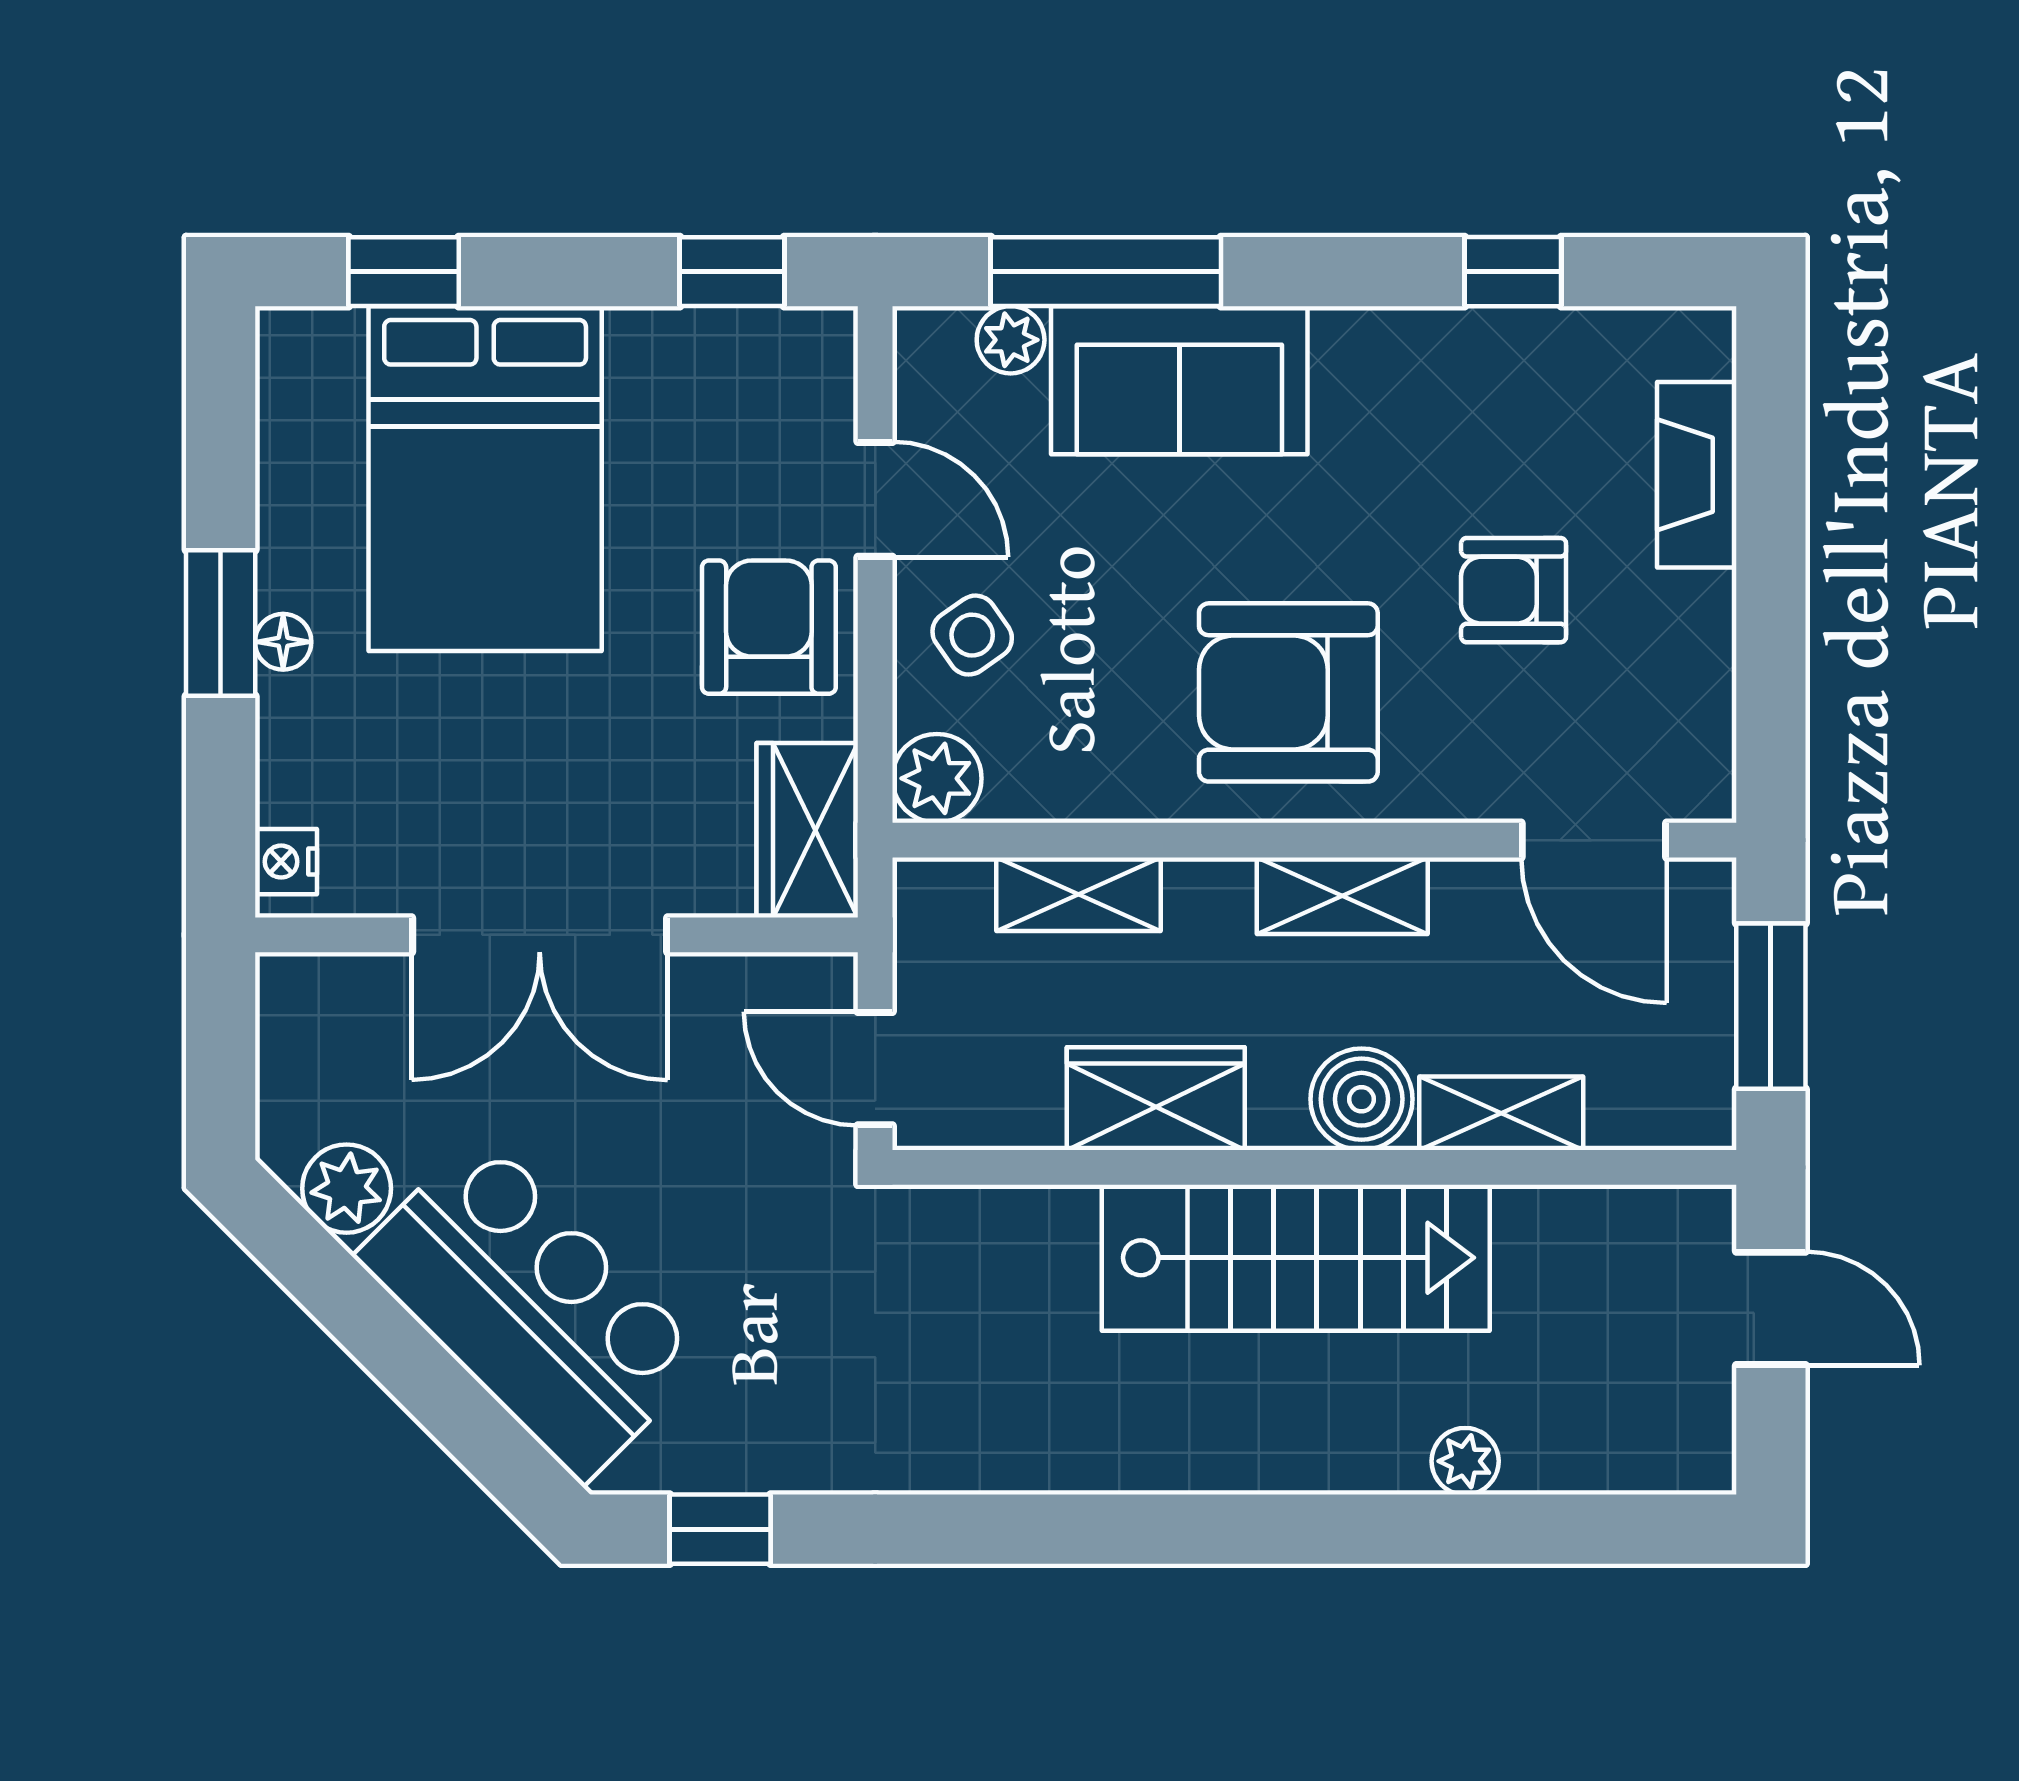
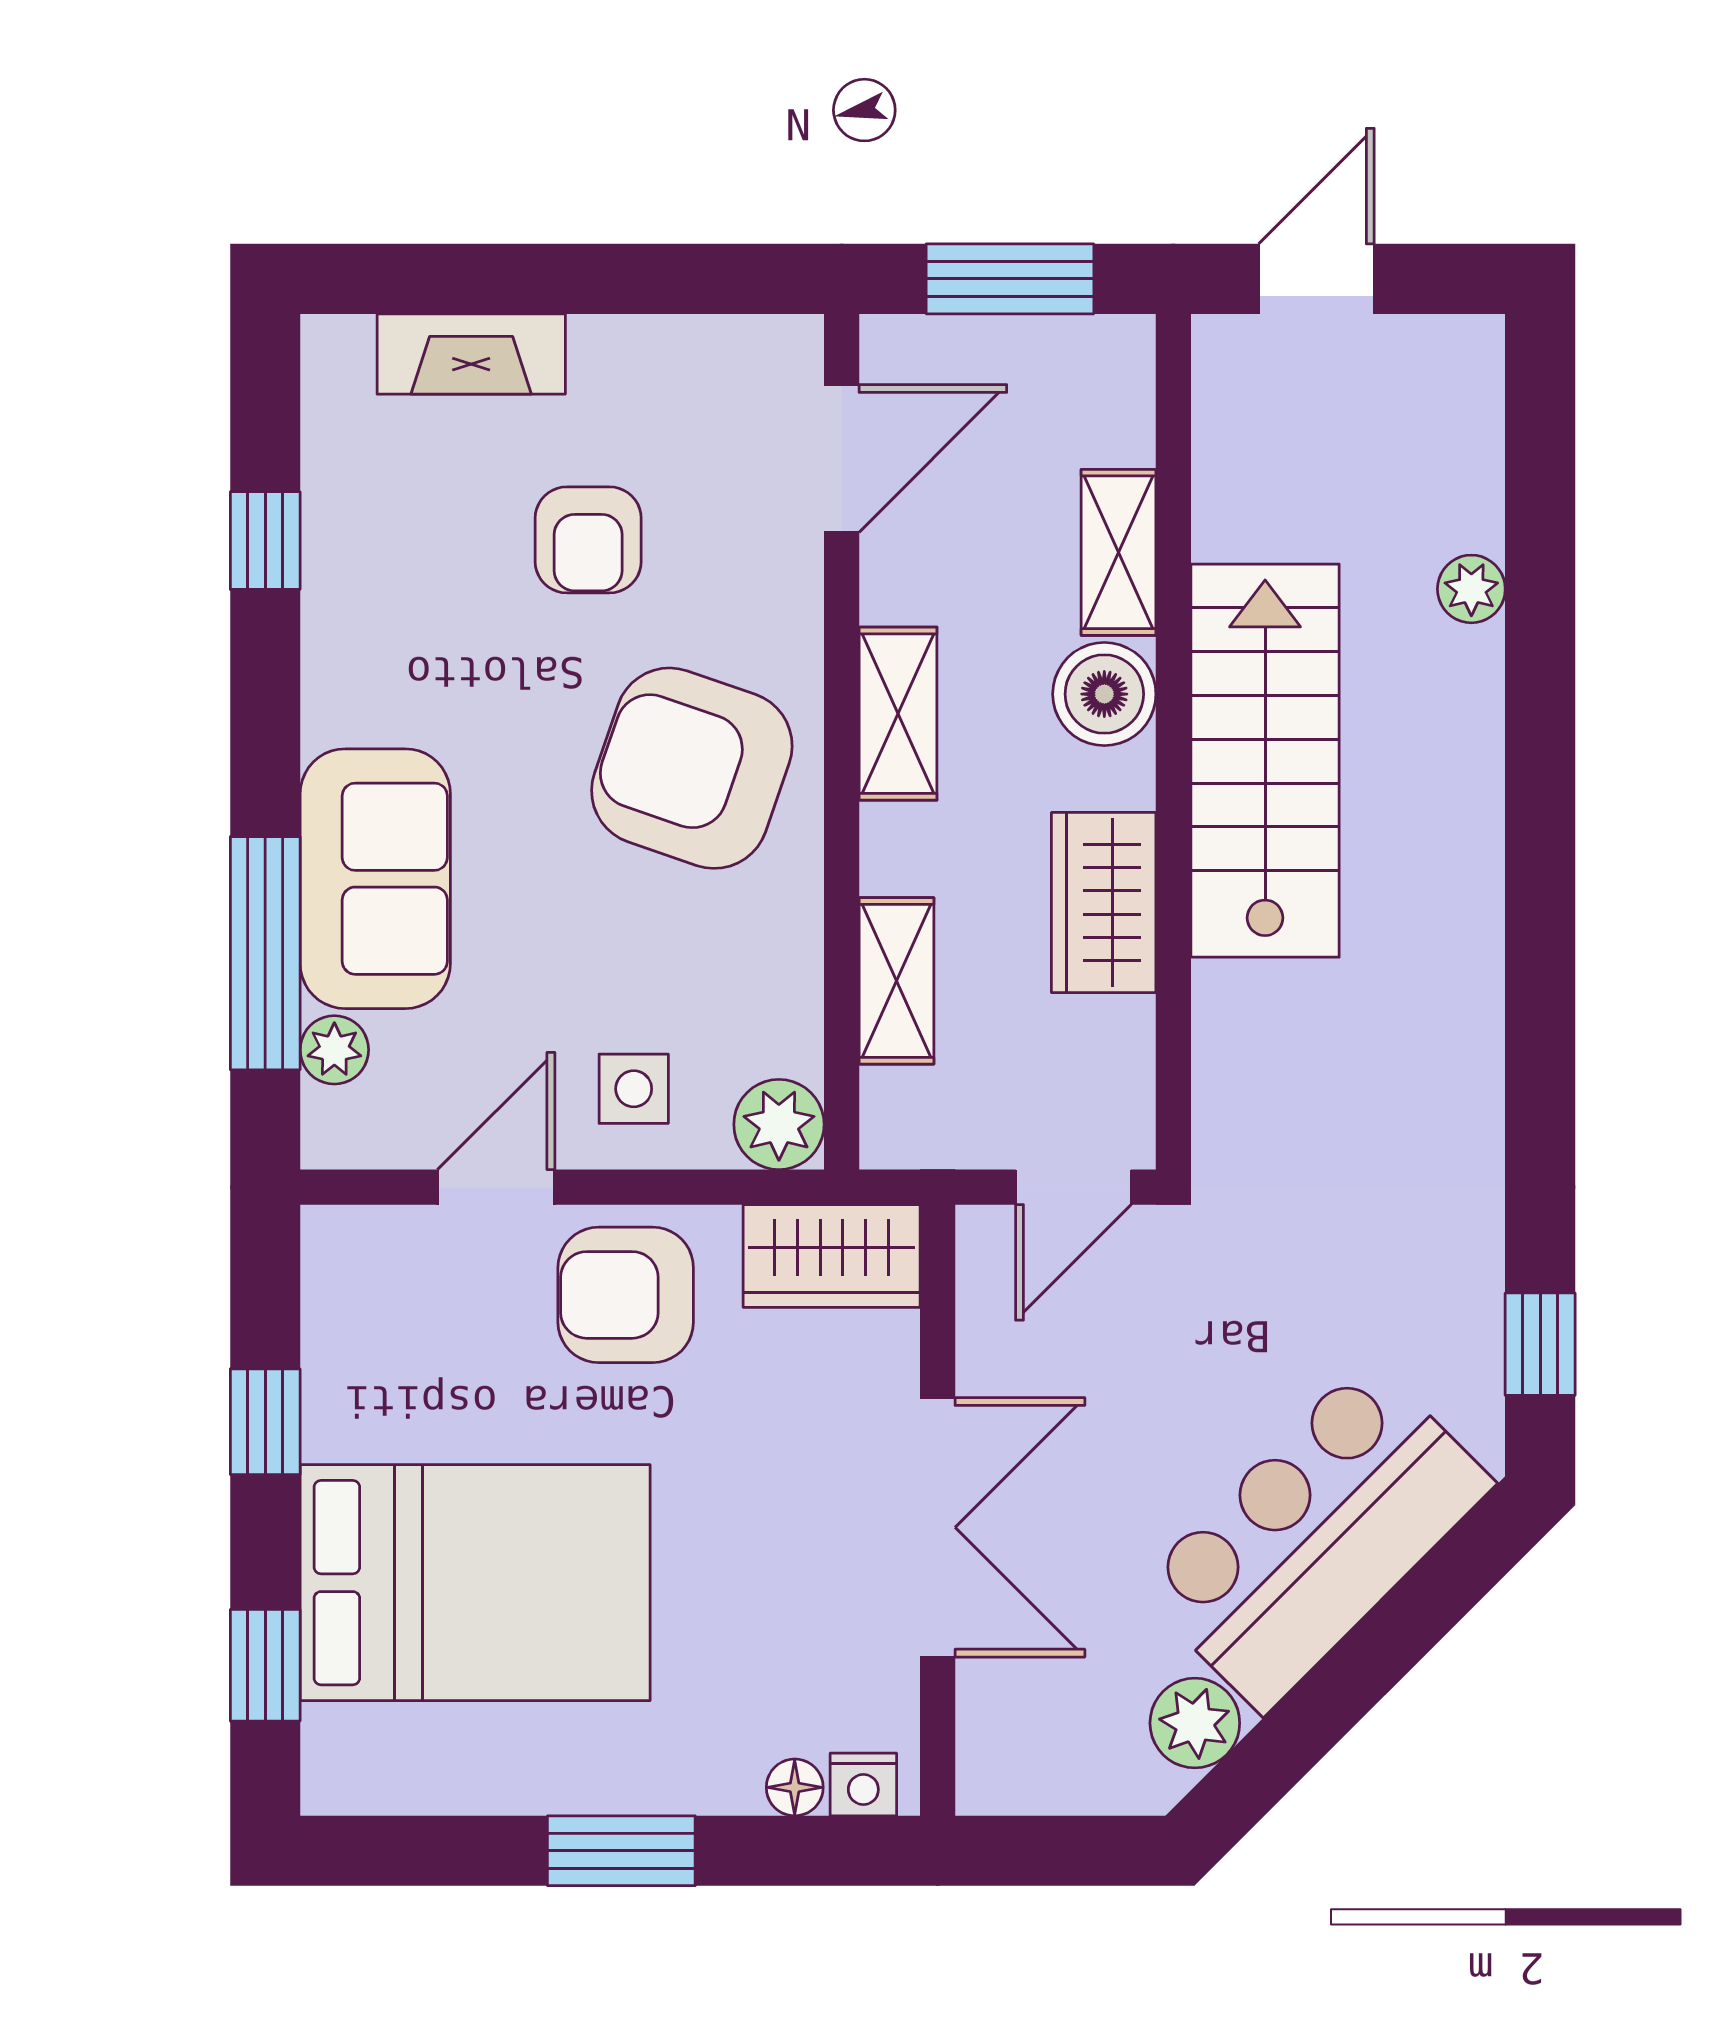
window: (732, 272) -> (265, 1422), moved
side table: (972, 635) -> (634, 1089), turned 35
floor lamp: (283, 642) -> (795, 1787), moved
armchair: (1288, 692) -> (692, 768), turned 109

